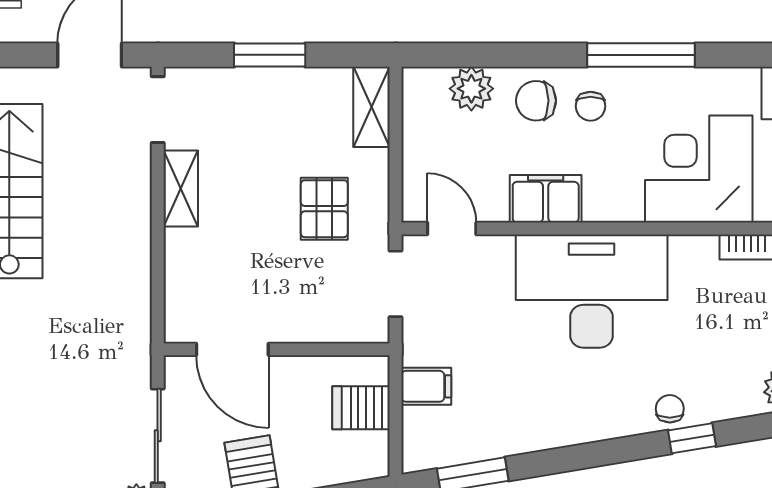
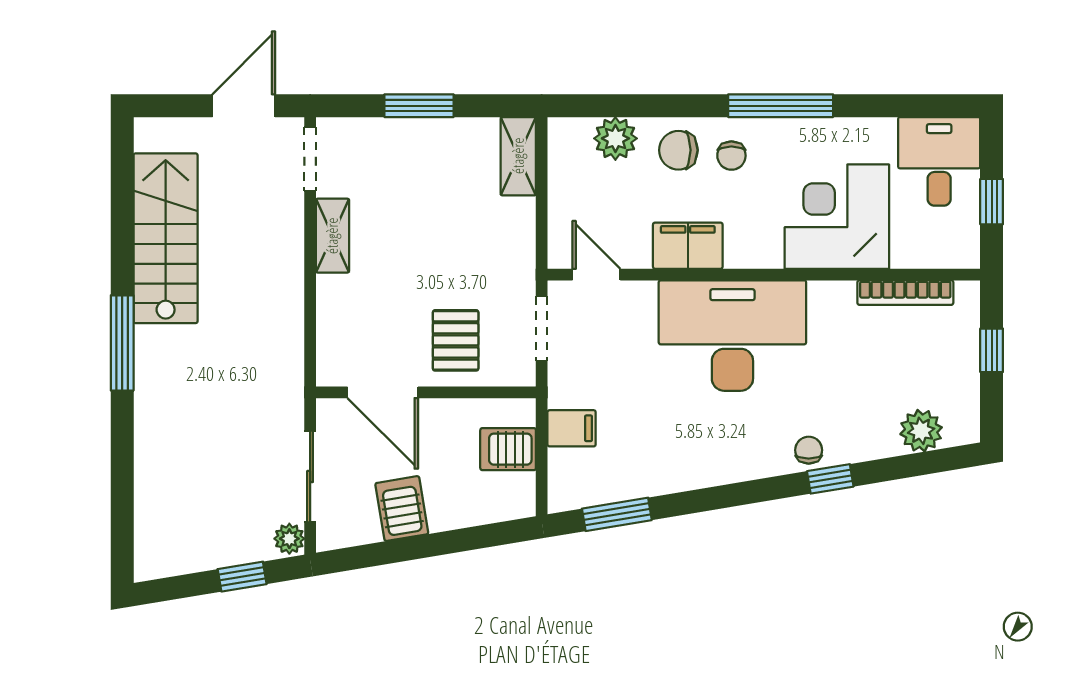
pallet: (324, 209) -> (456, 340), moved

